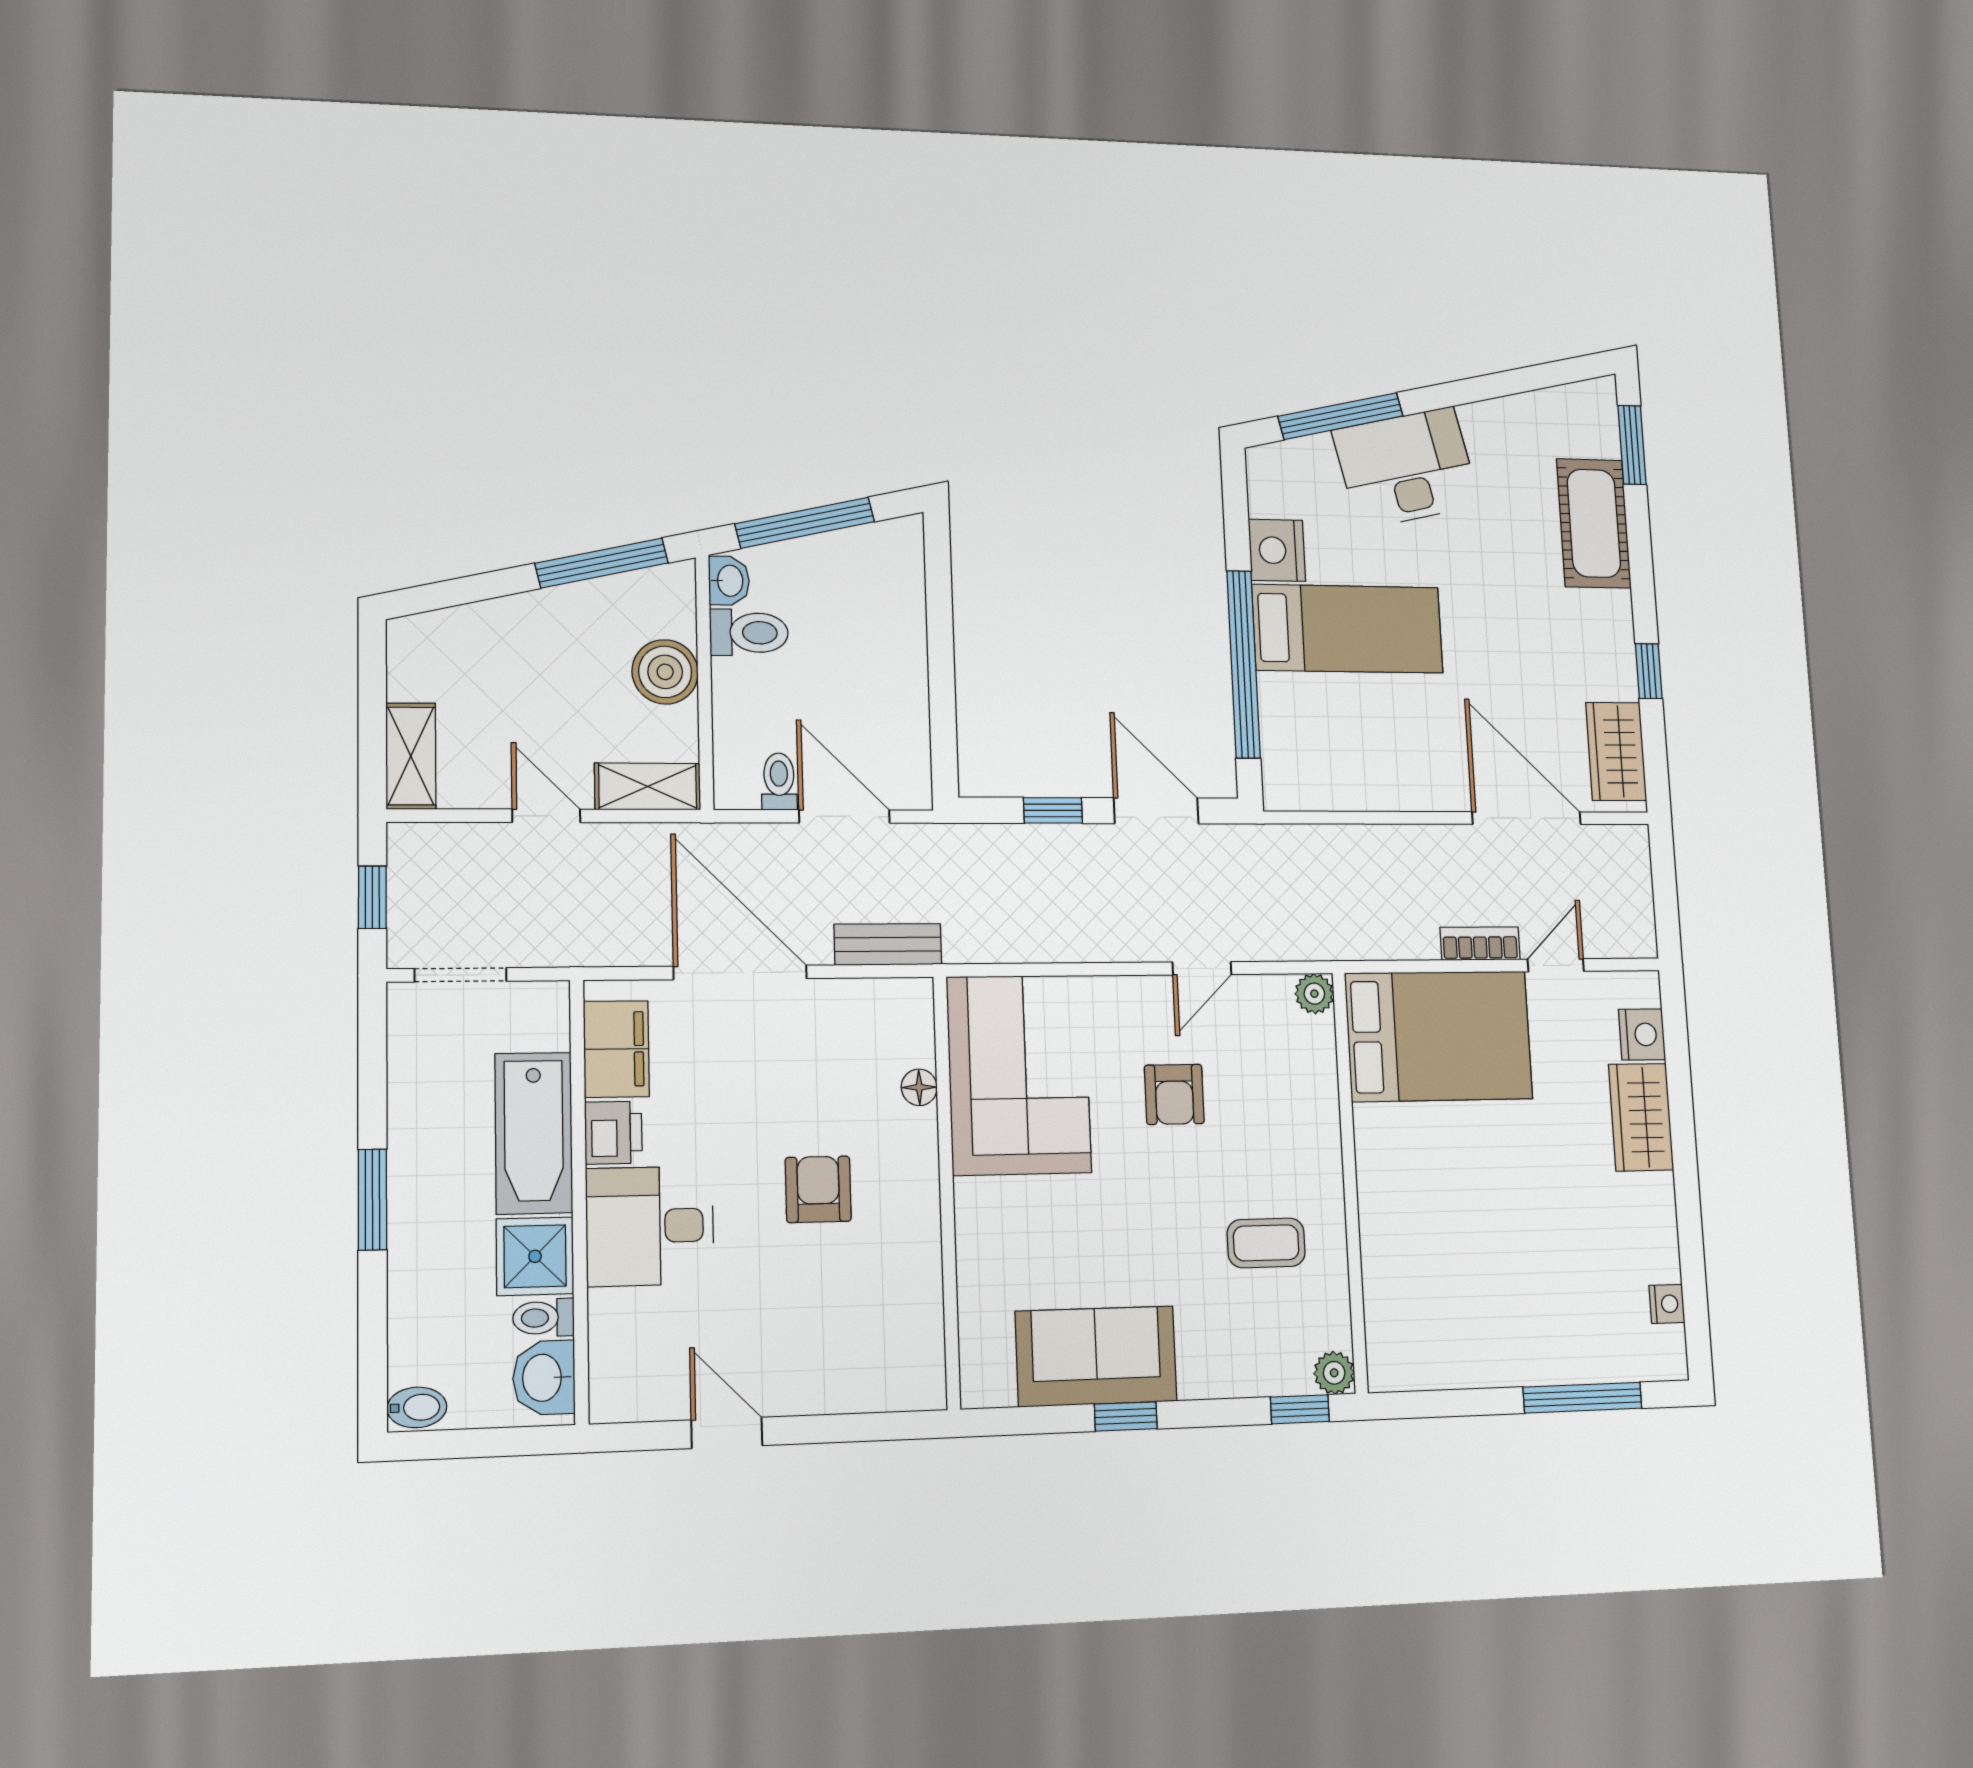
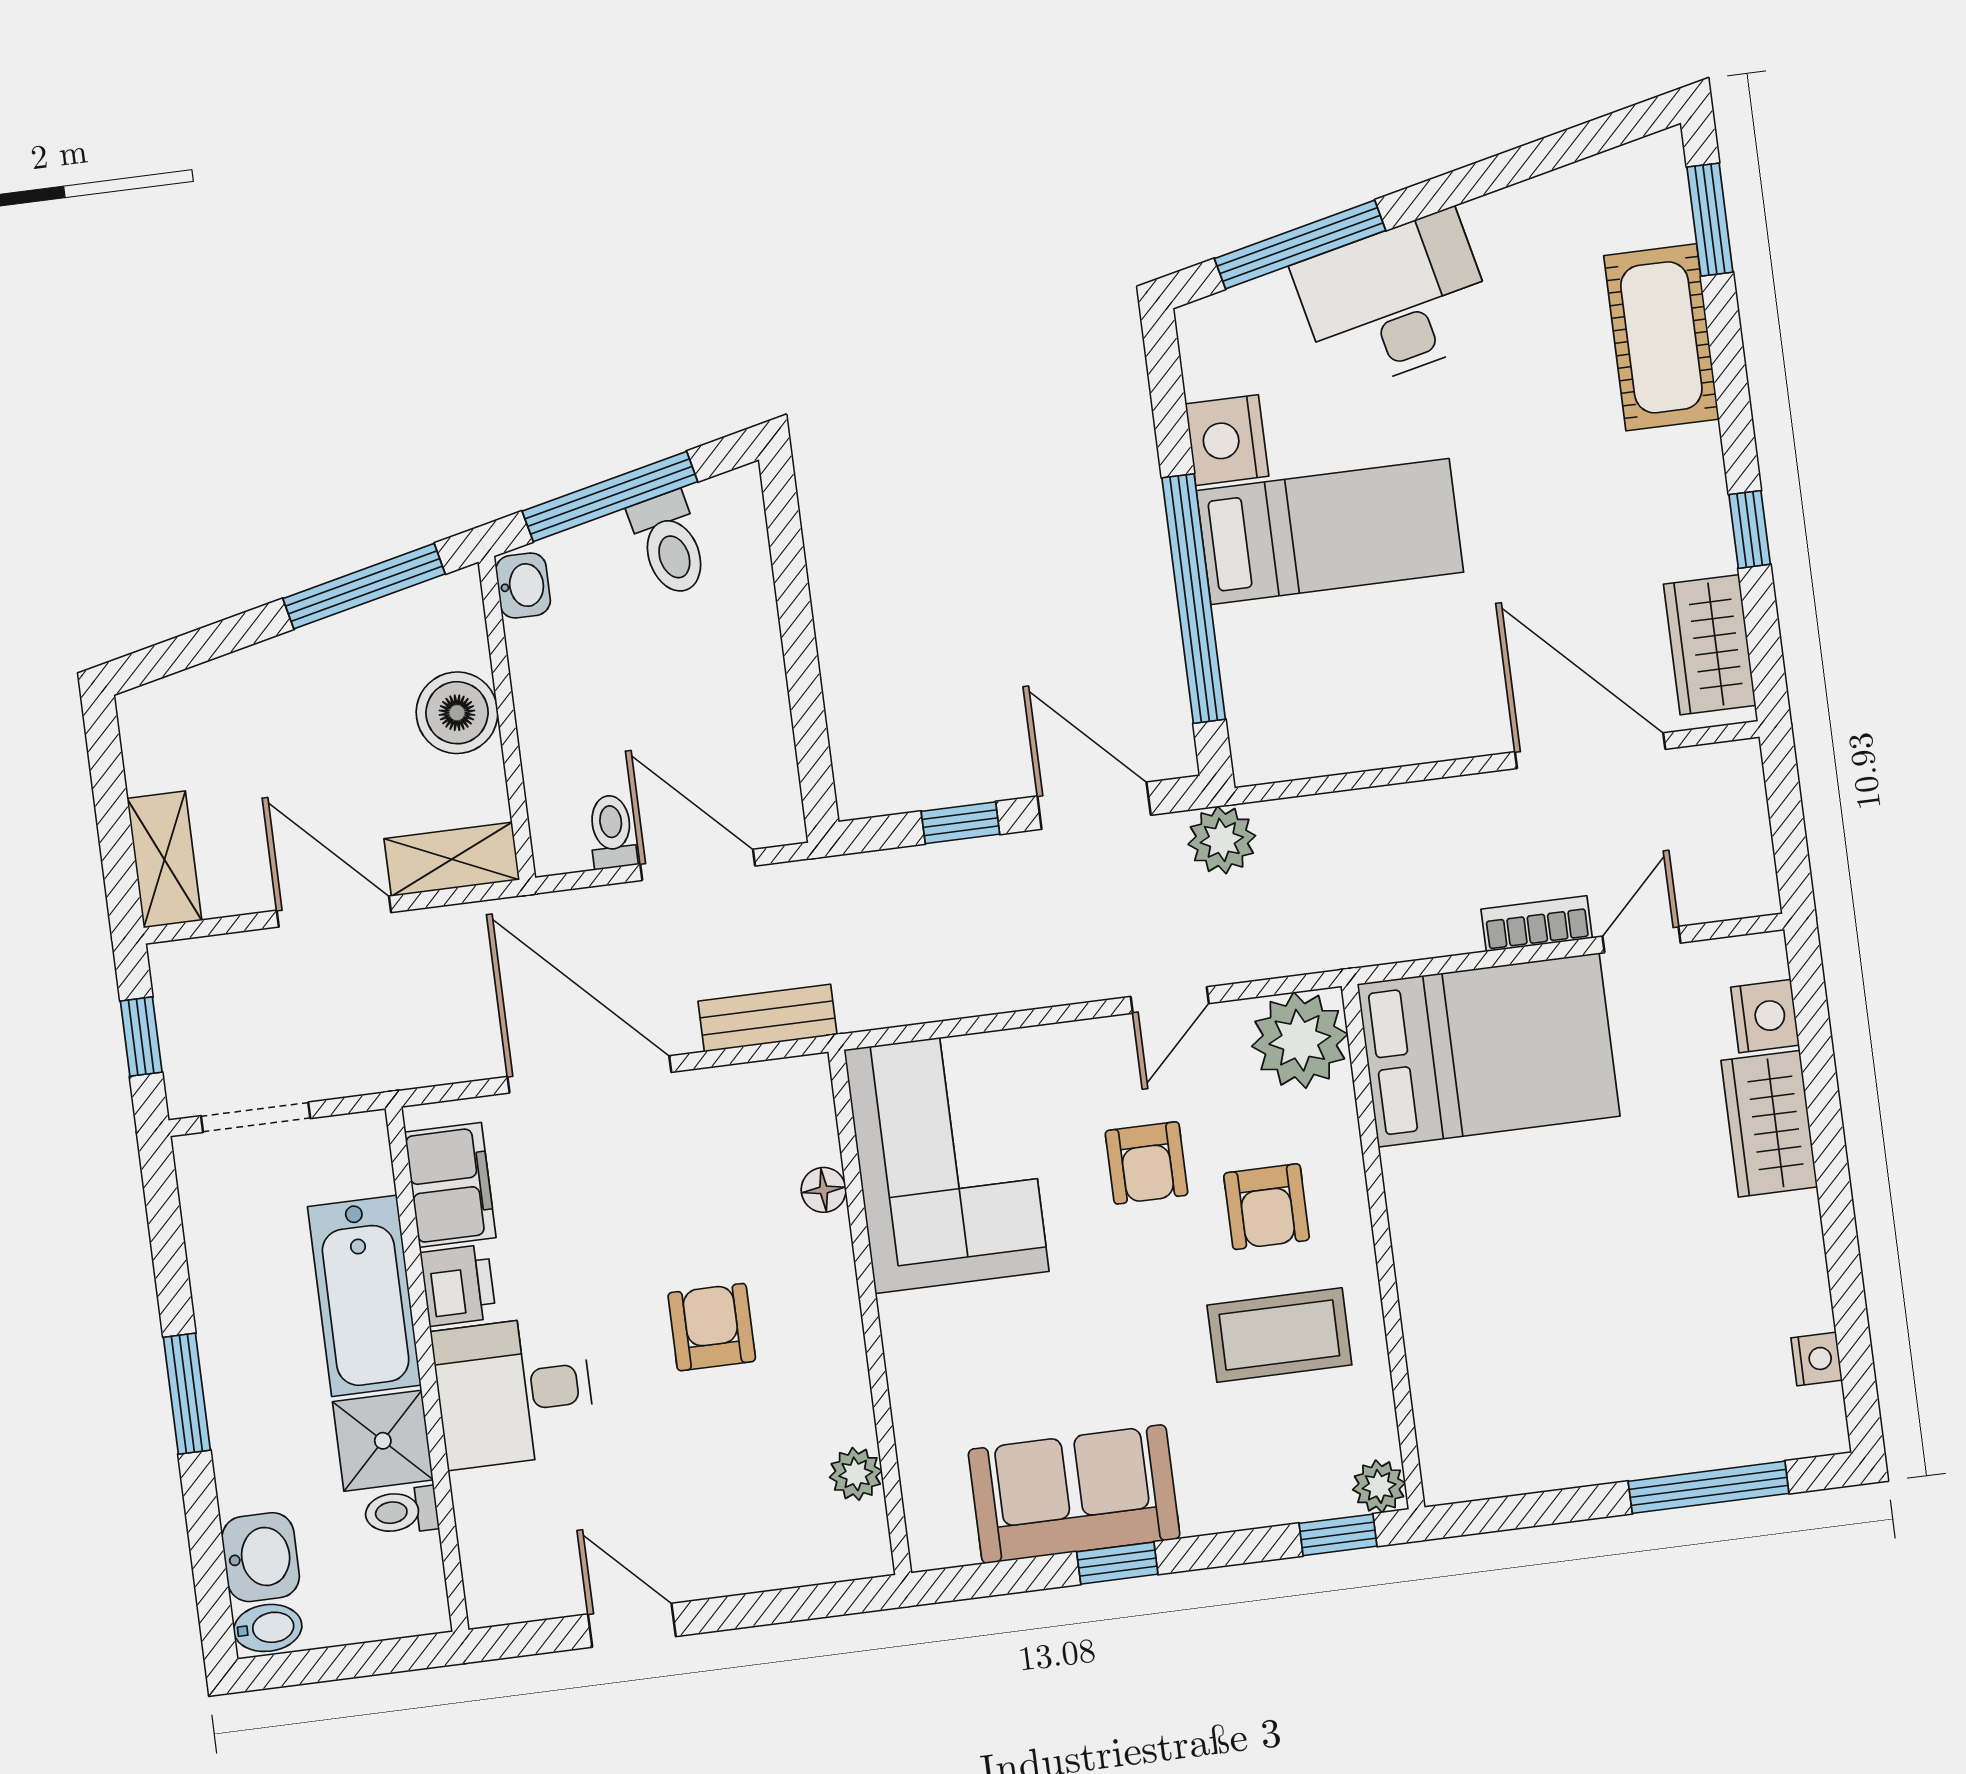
toilet: (749, 633) -> (670, 544), moved, turned 77
door: (546, 816) -> (334, 911), width x1.38
plant: (1251, 850) -> (1222, 840), added
plant: (1314, 994) -> (1300, 1040), width x1.87, depth x1.87
armchair: (1264, 1139) -> (1267, 1207), added
coffee table: (1266, 1243) -> (1279, 1335), width x1.36, depth x1.30
plant: (923, 1323) -> (856, 1474), added
washbasin: (544, 1378) -> (261, 1557), moved, turned 180

